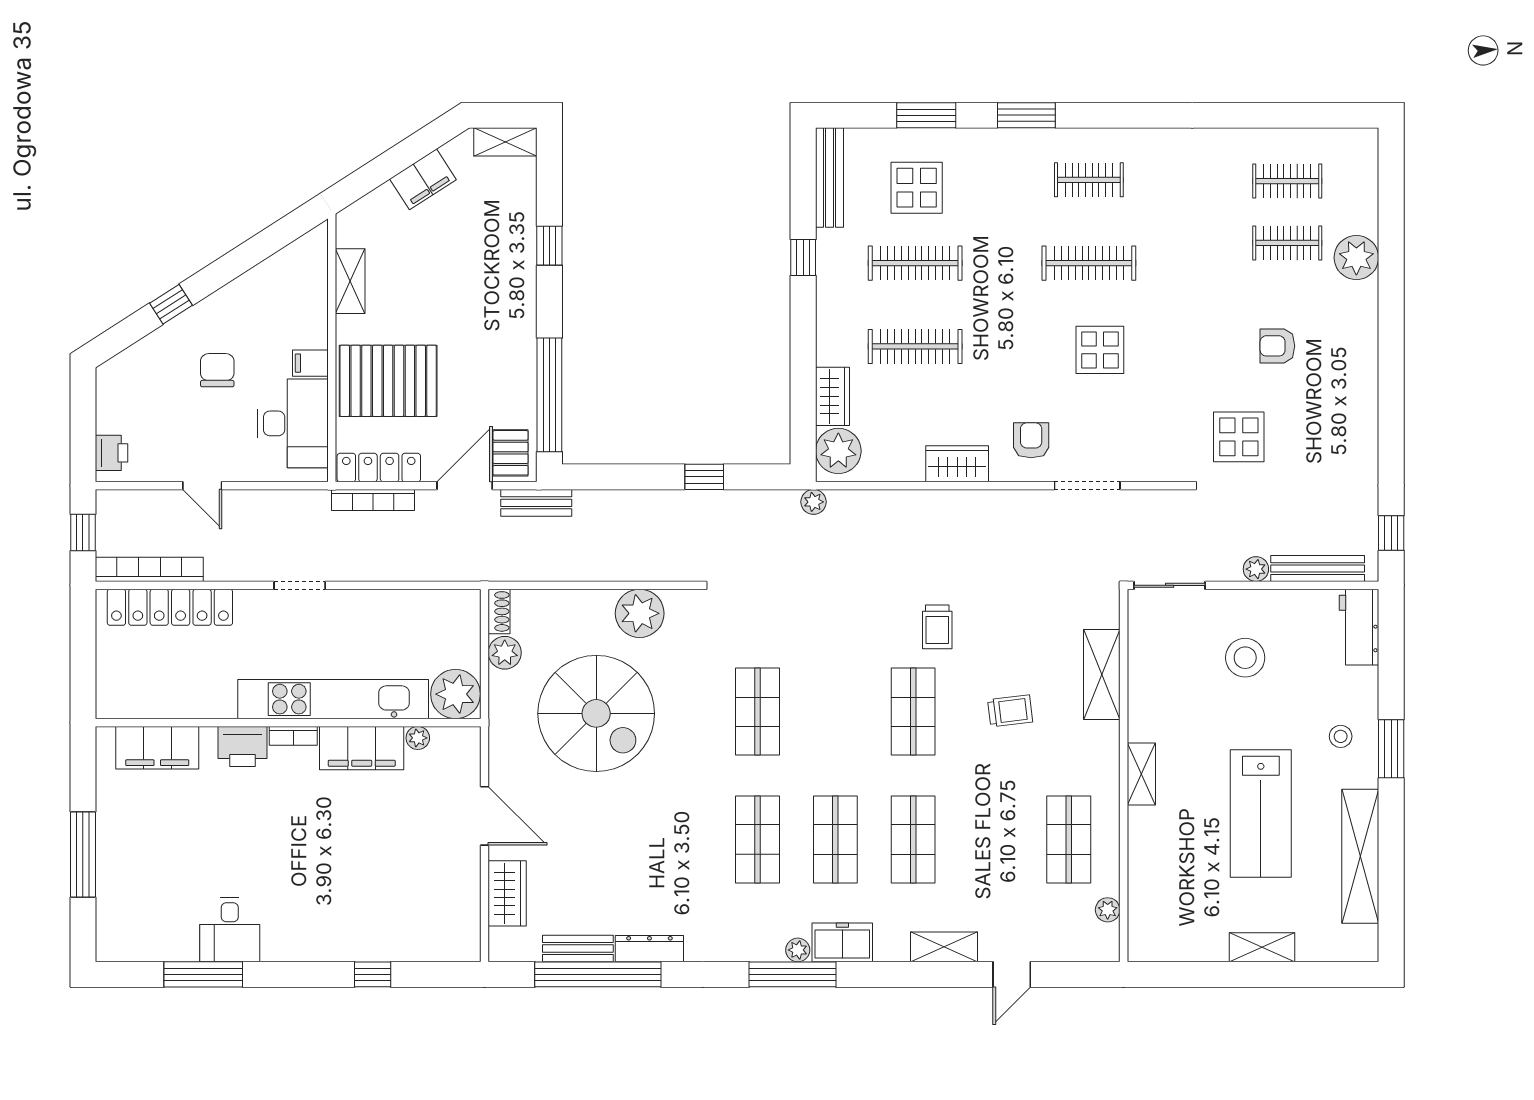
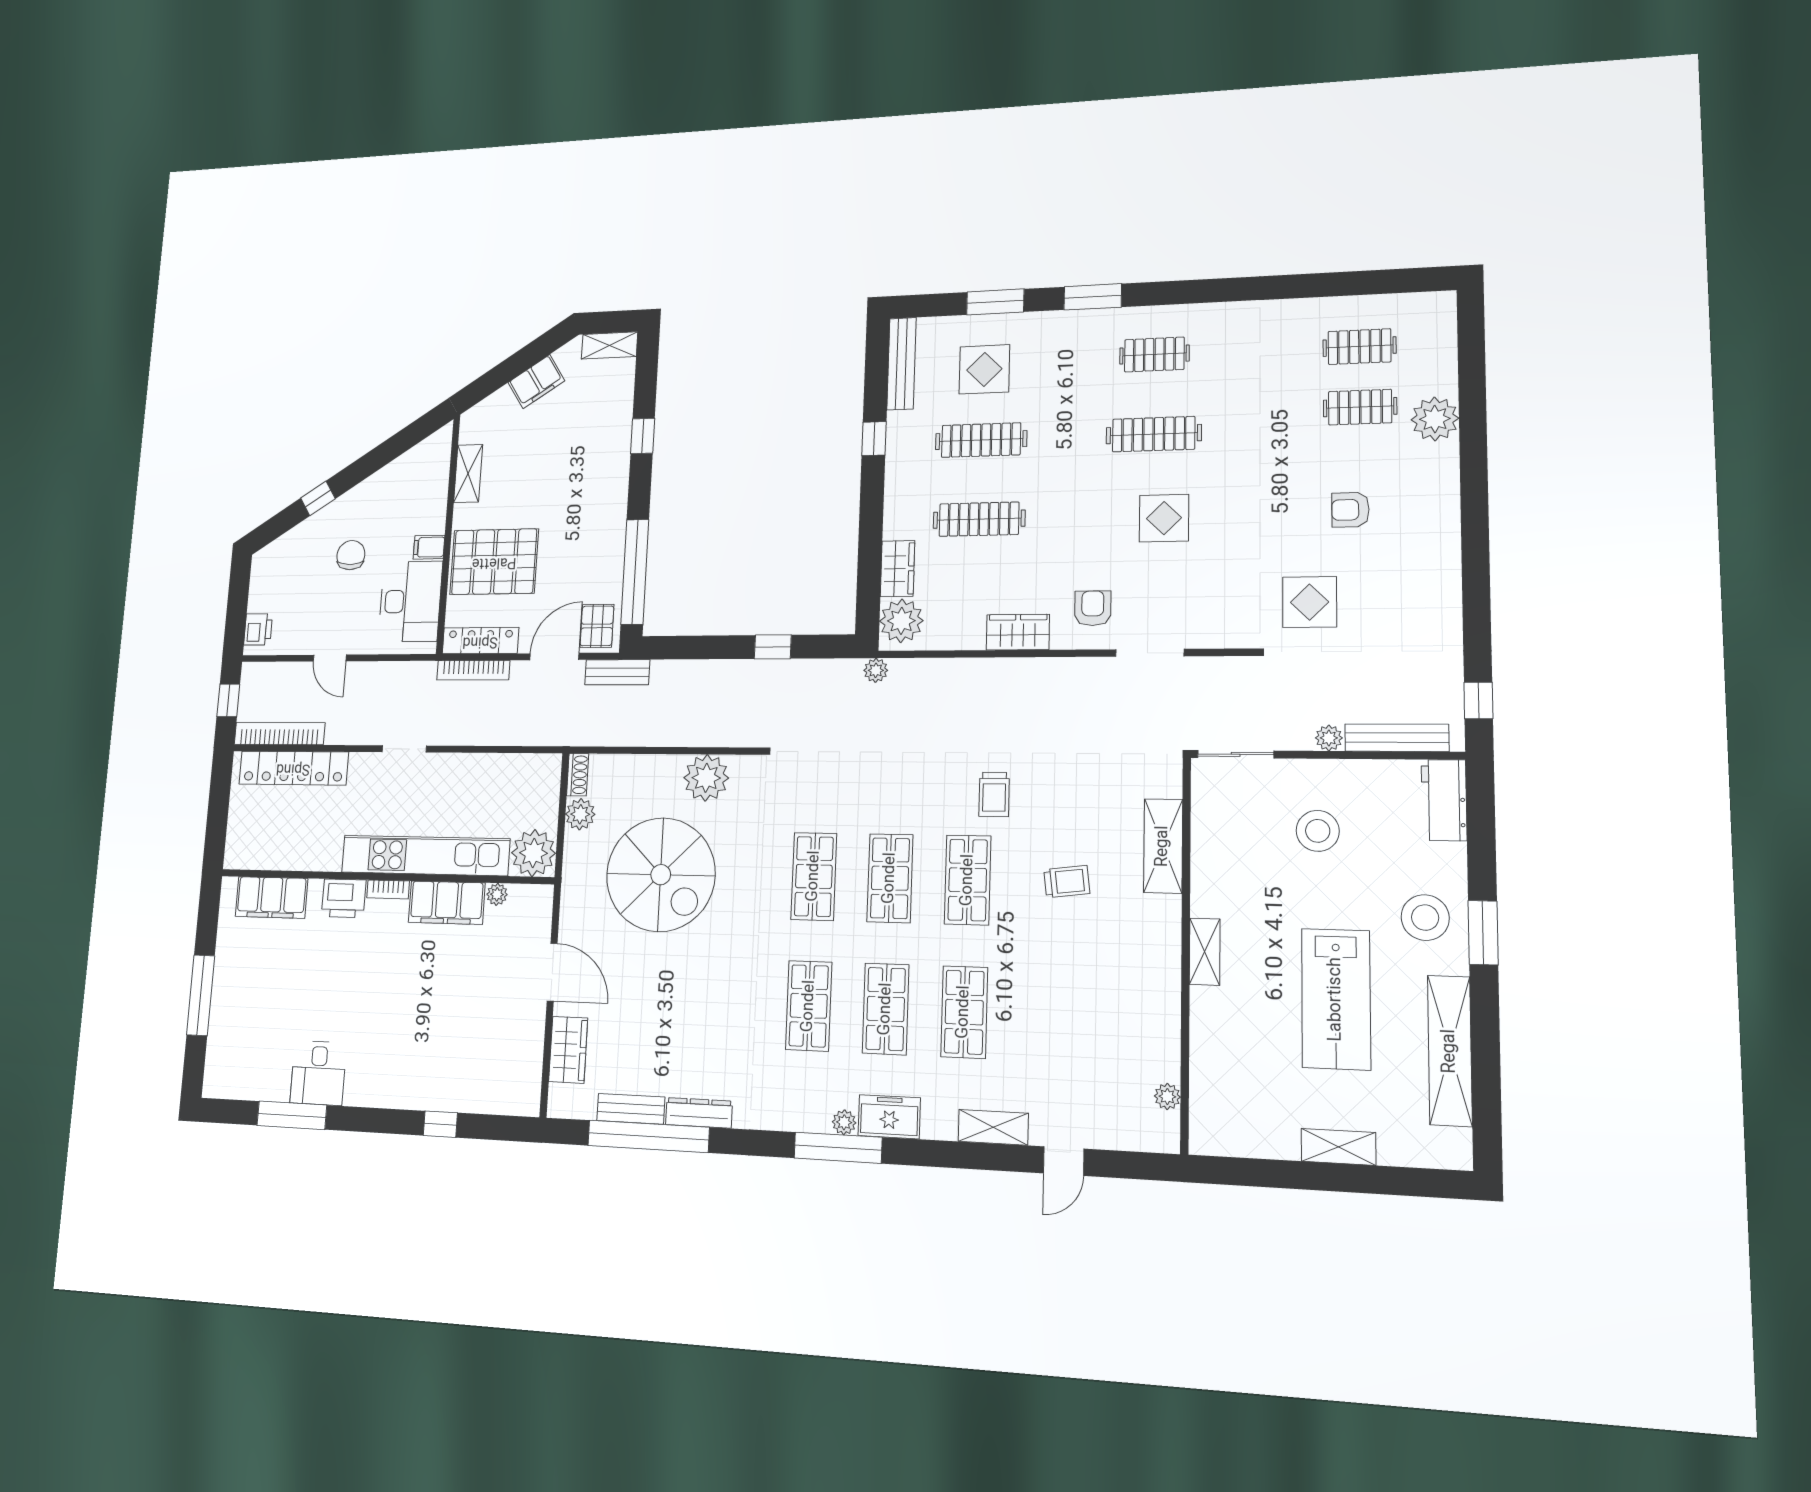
stool: (1341, 736) -> (1425, 918), width x1.89, depth x1.89
shop shelf: (1069, 839) -> (890, 878), moved

